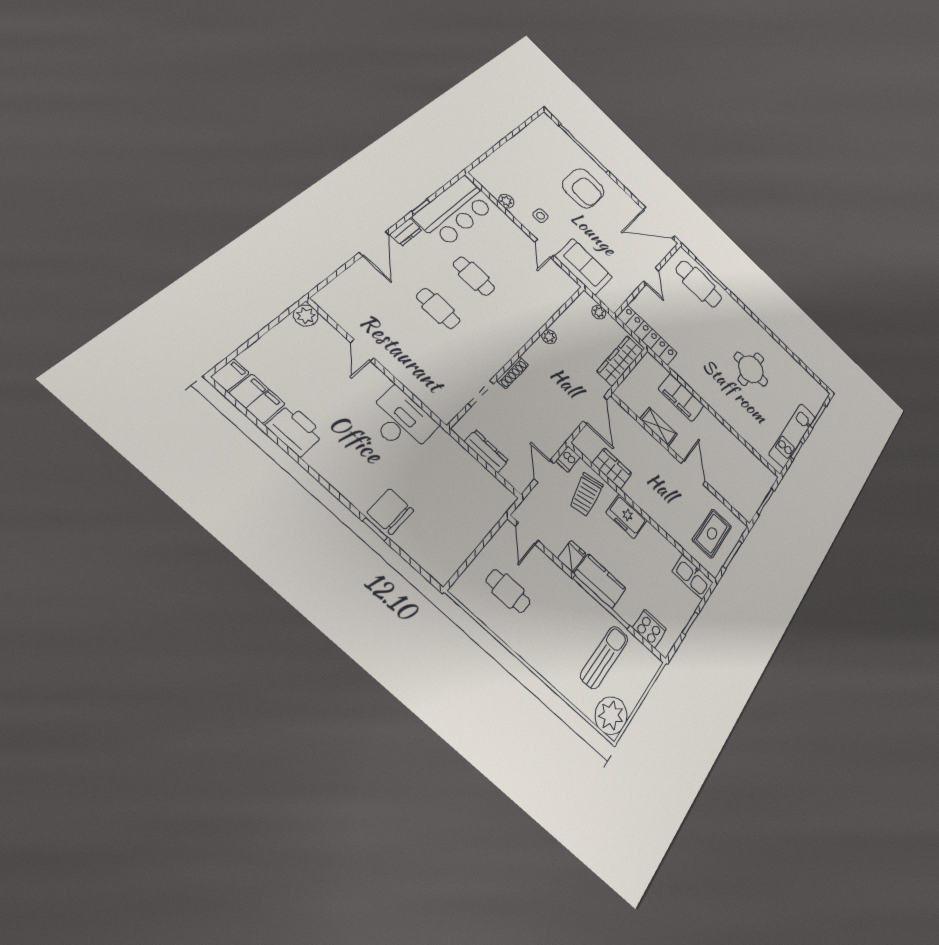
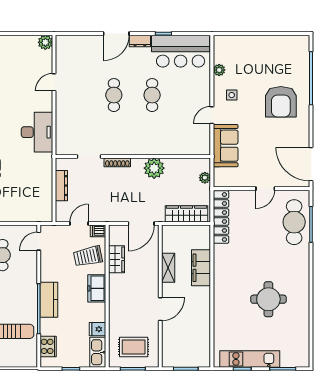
plant: (549, 337) -> (154, 168), width x1.88, depth x1.88
fridge: (572, 556) -> (98, 329), moved, turned 180

